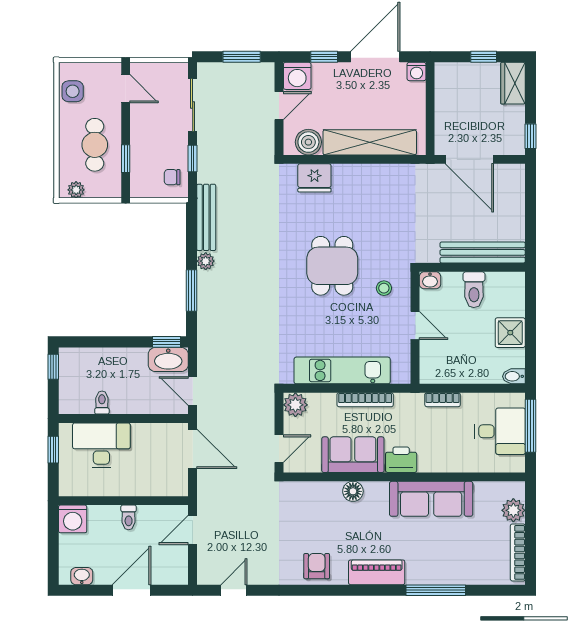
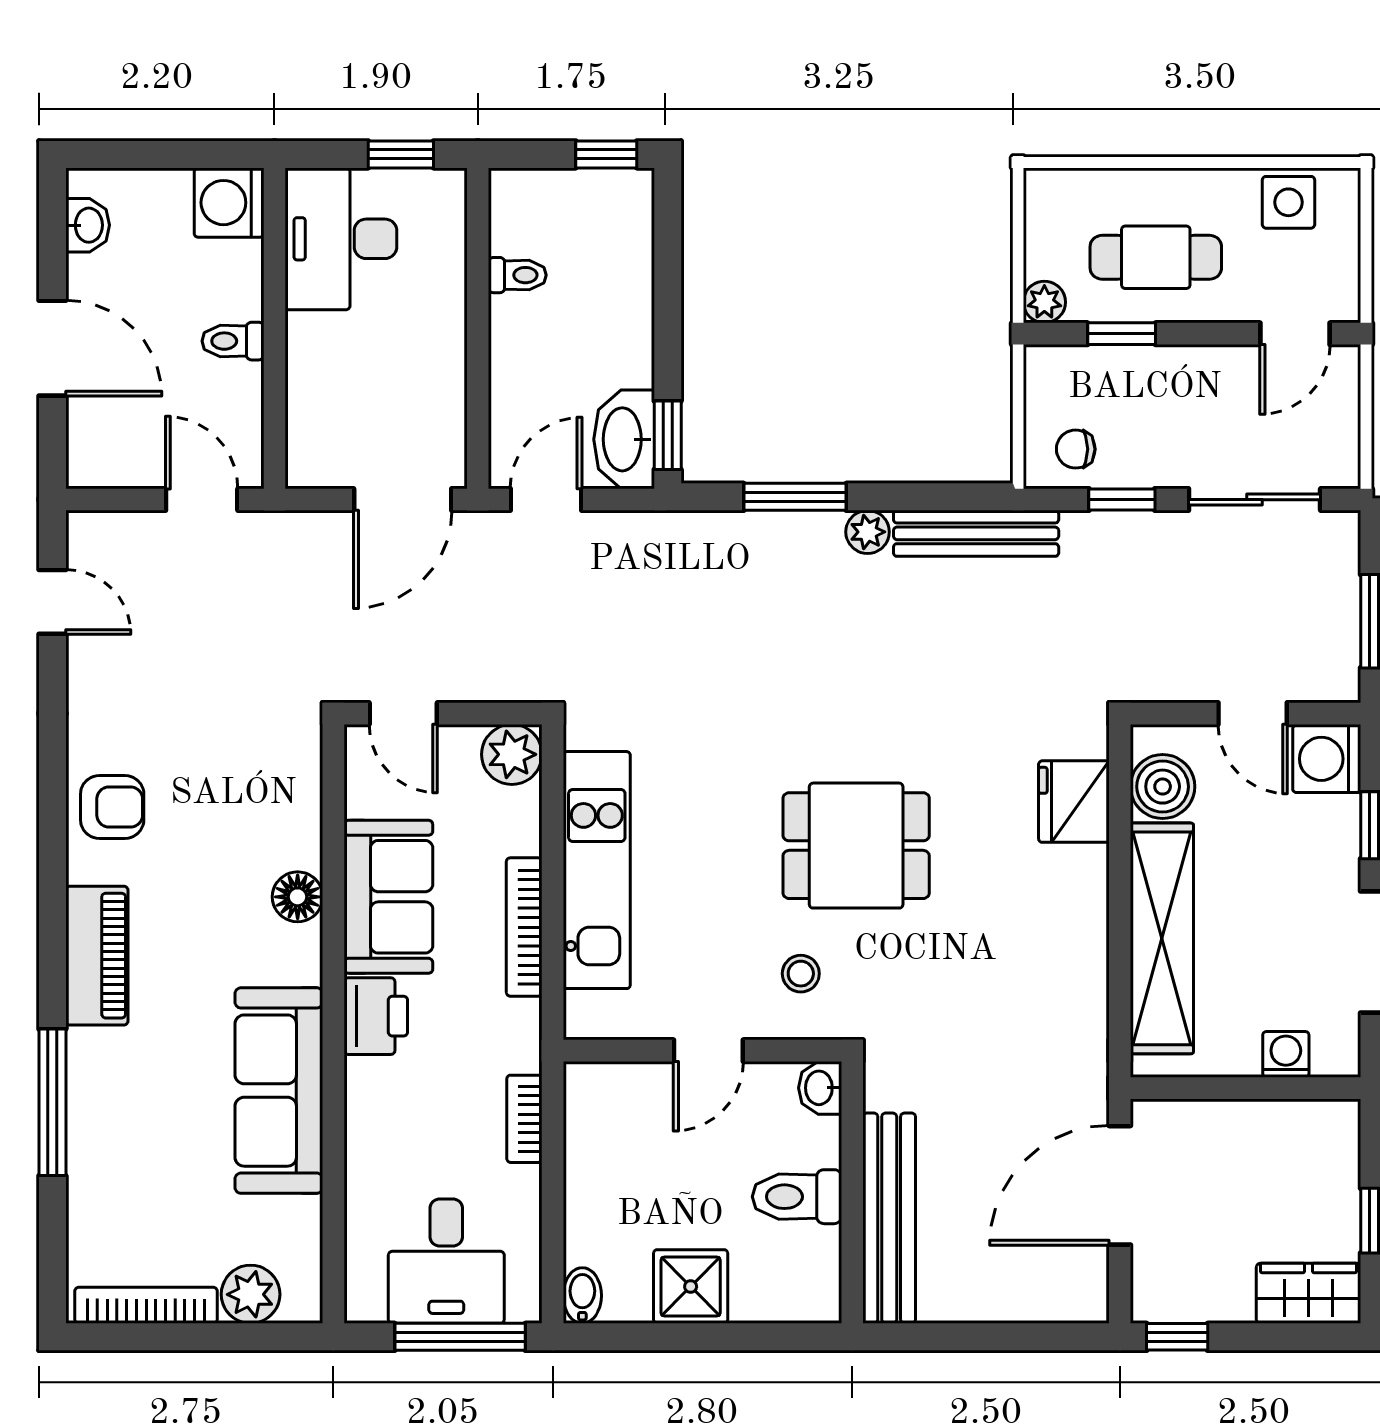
washing machine: (417, 71) -> (1286, 1054), moved, turned 90
chair: (172, 177) -> (1076, 449), turned -90
plant: (76, 190) -> (1044, 302), moved
desk: (101, 445) -> (341, 239), moved, turned 180

